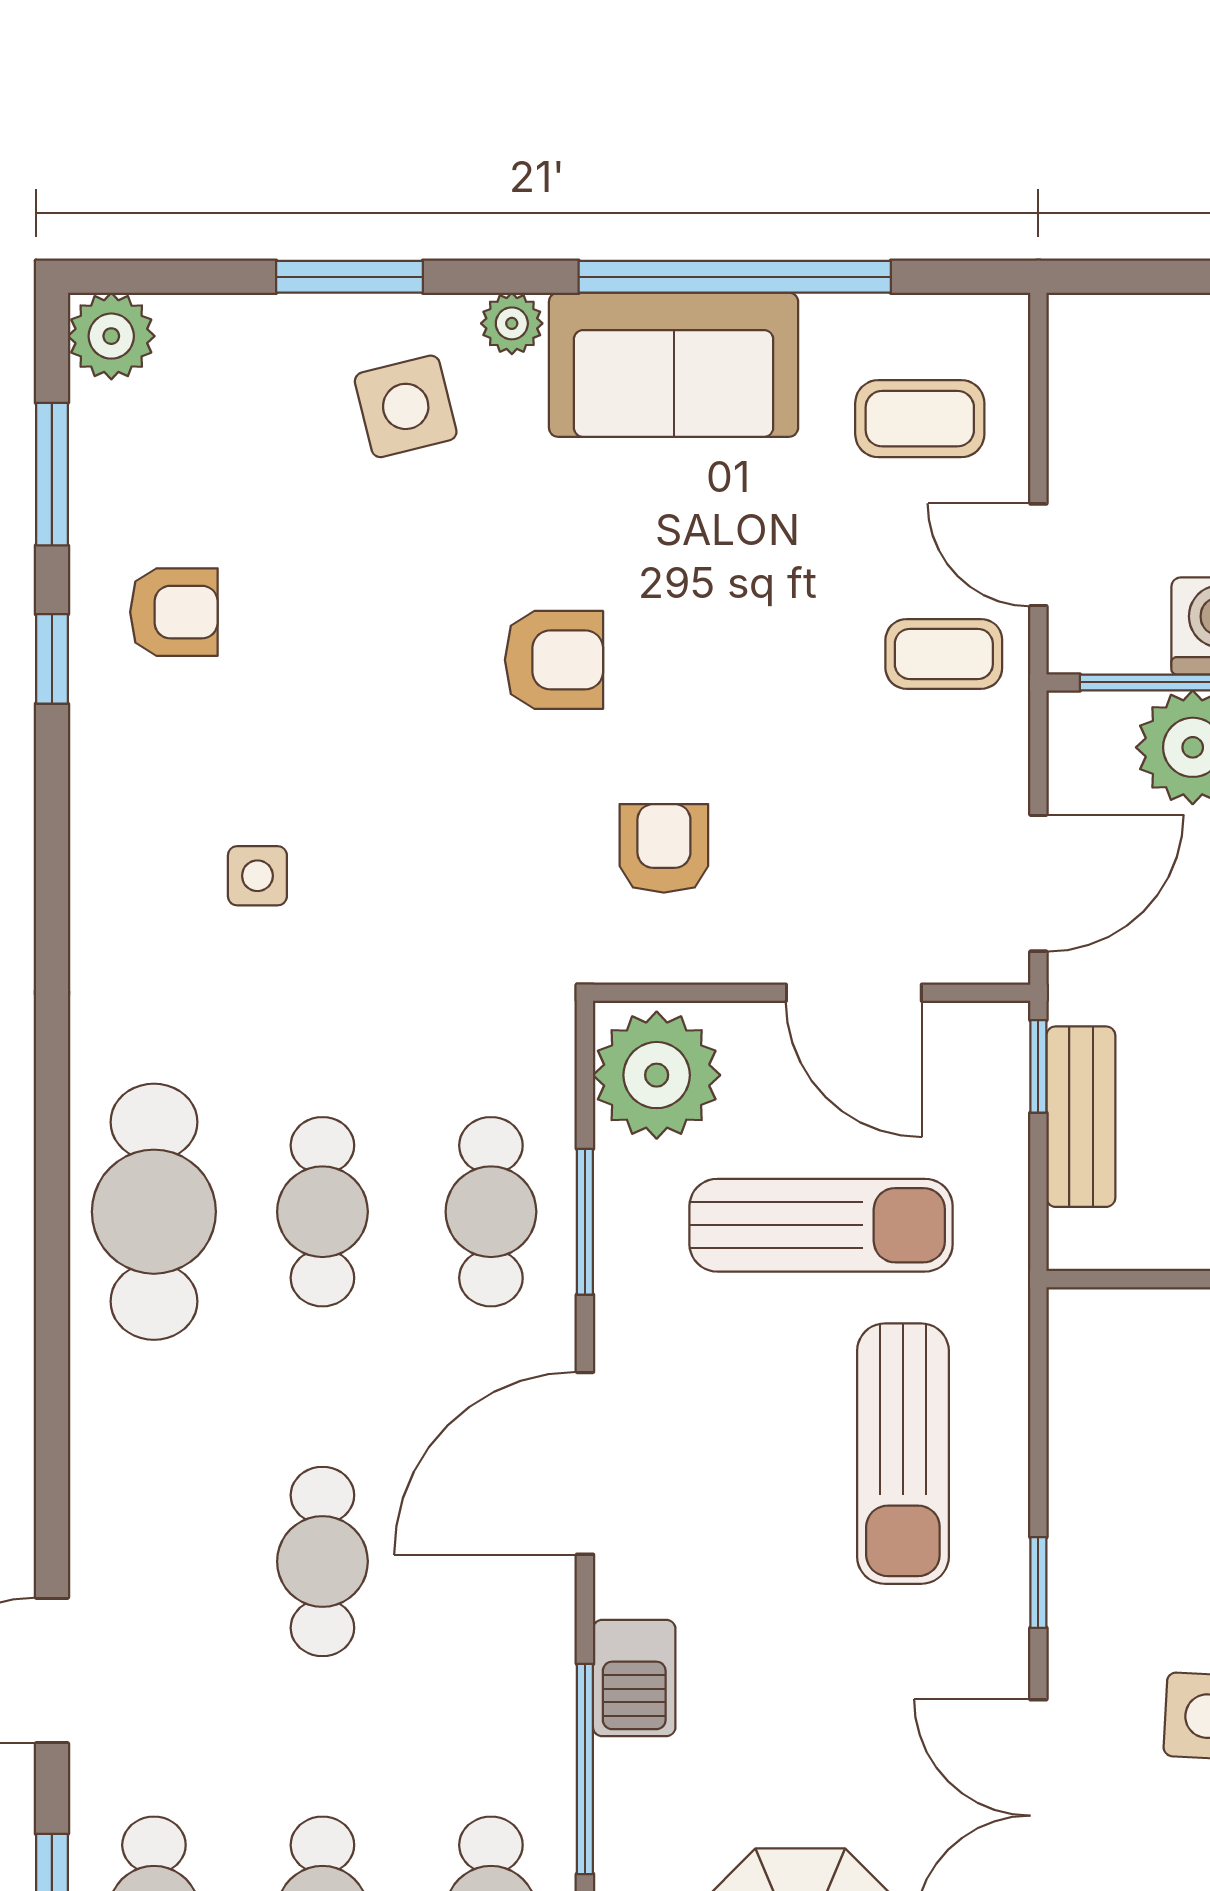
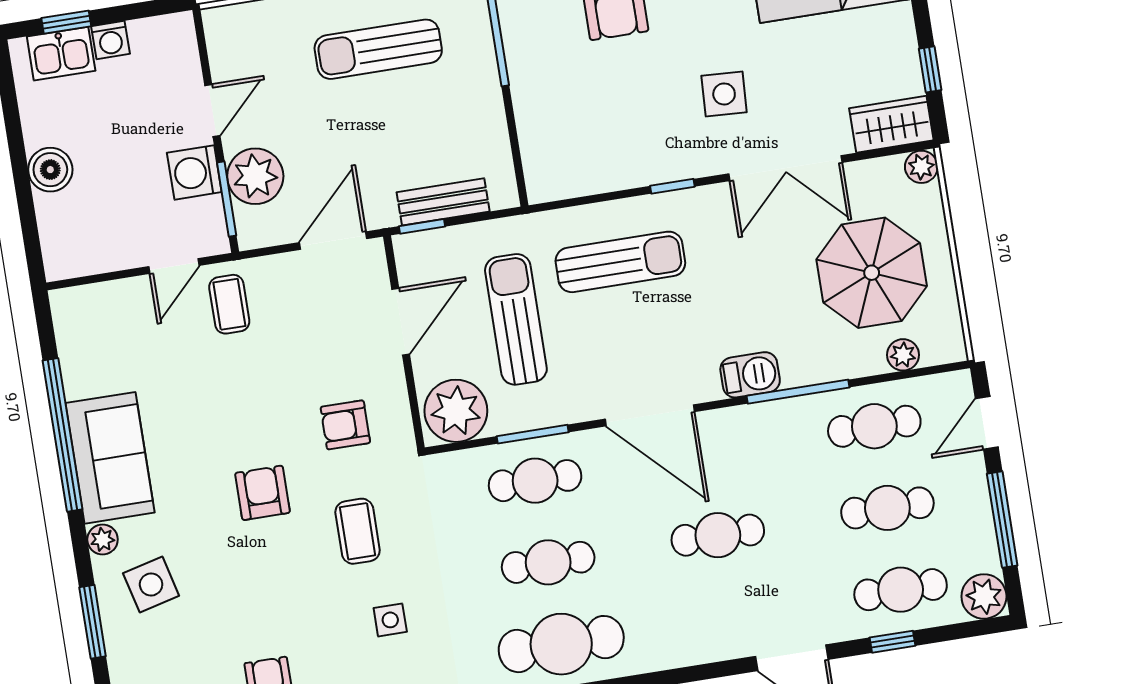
coffee table: (920, 419) -> (358, 531), moved
door: (1038, 883) -> (333, 241), hinge flipped

